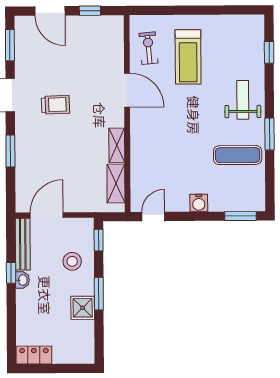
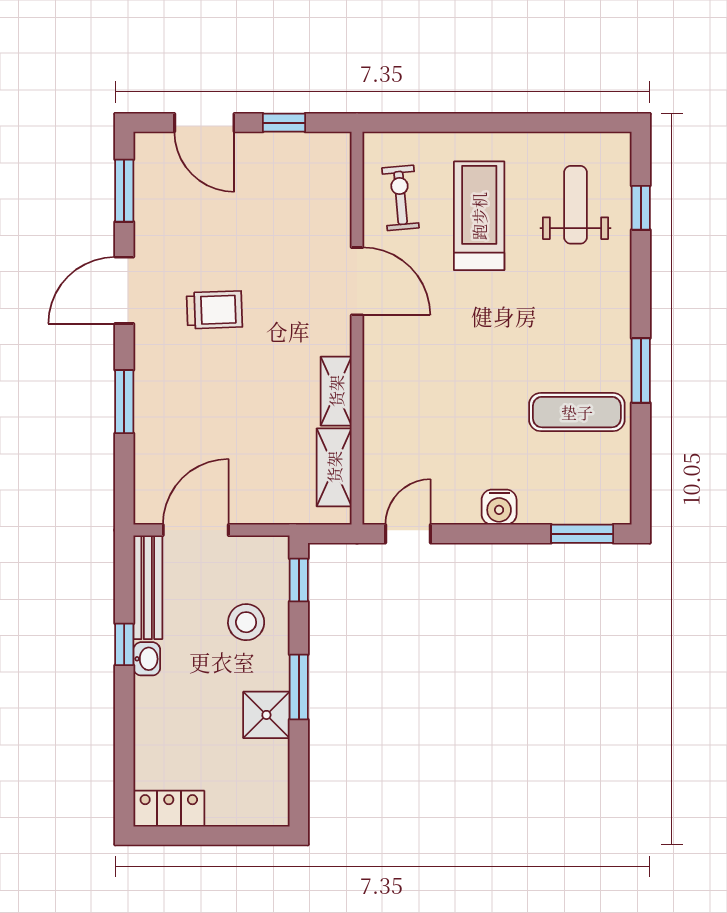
treadmill: (188, 57) -> (479, 216), turned 180
weight bench: (243, 100) -> (576, 205), moved

